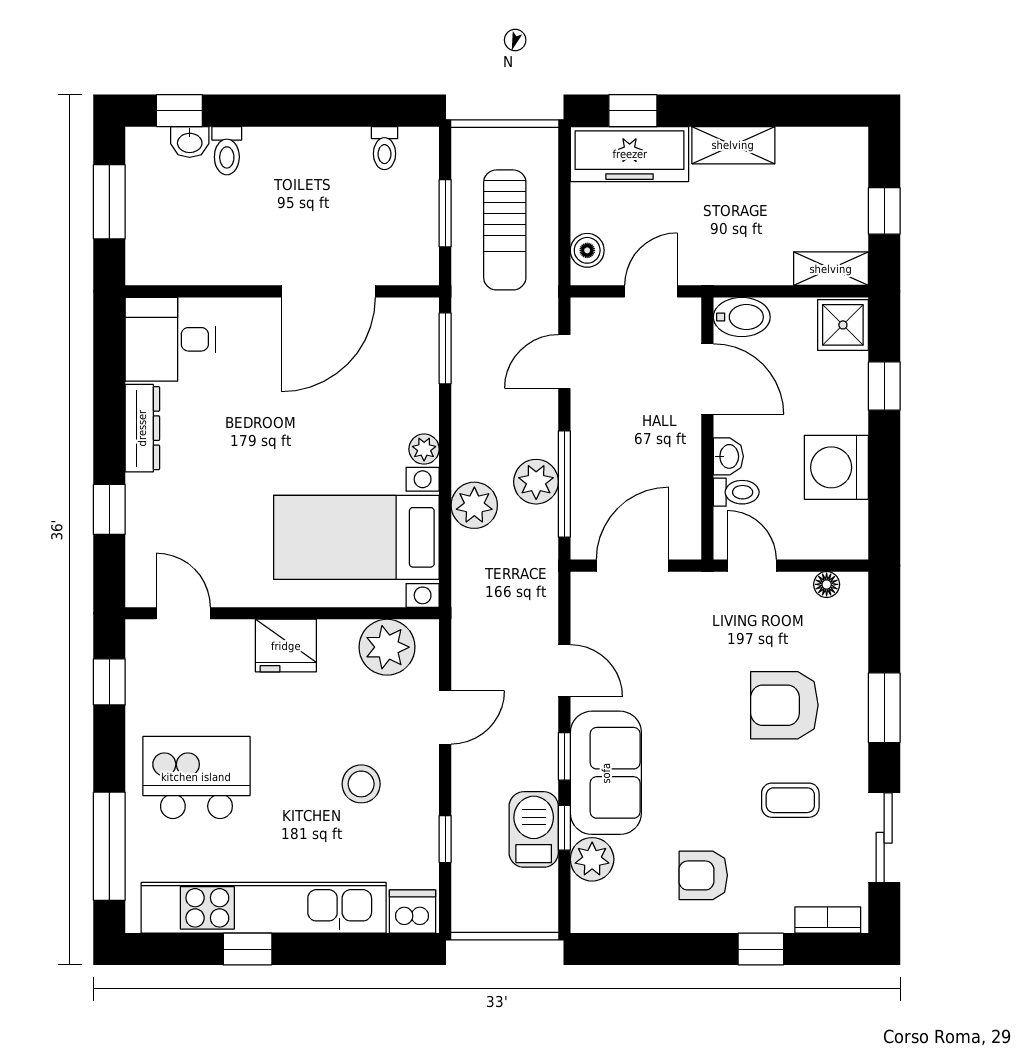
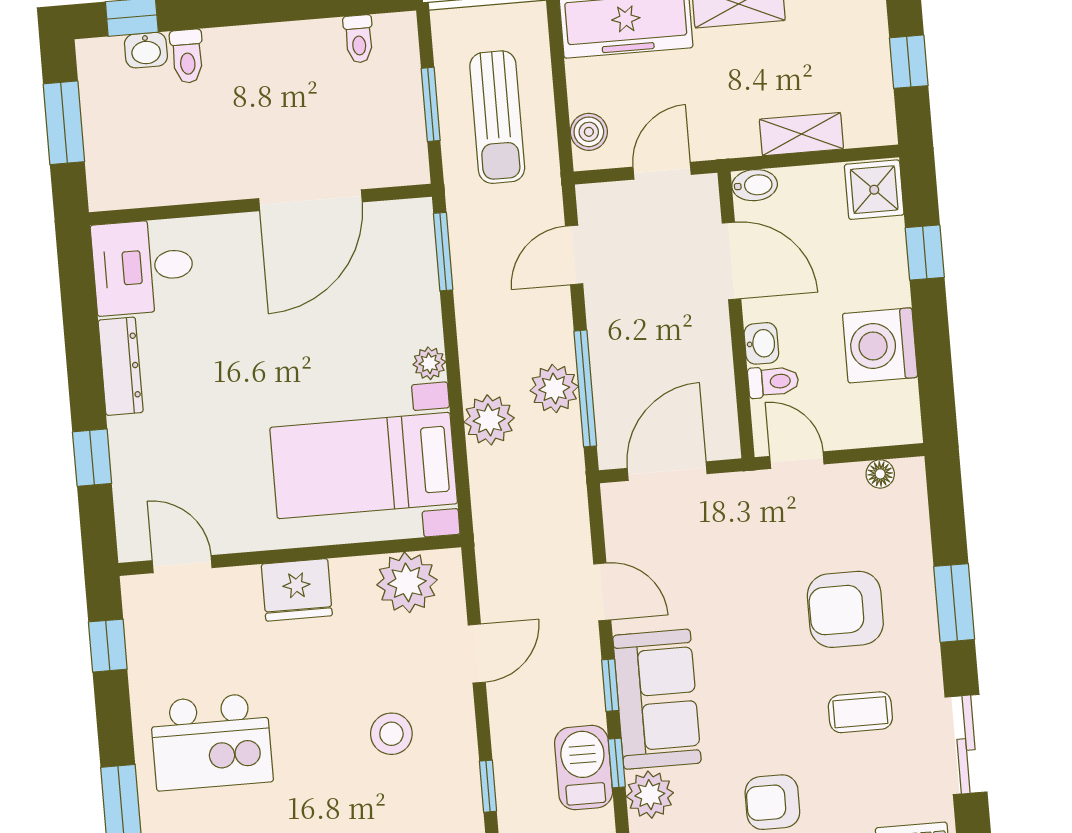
shelving: (831, 269) -> (801, 134), moved
bidet: (742, 317) -> (755, 185), width x0.72, depth x0.74
kitchen island: (196, 777) -> (211, 742), turned 180

